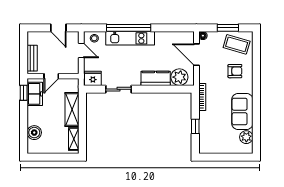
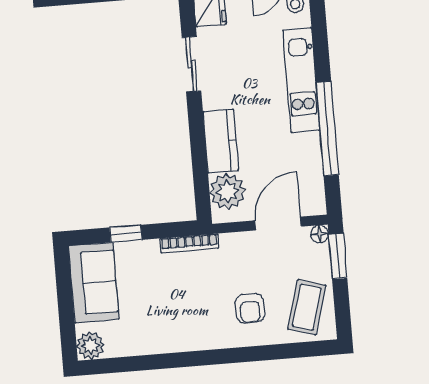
window: (129, 28) -> (327, 129), moved
window: (228, 28) -> (338, 256), moved
sofa: (242, 111) -> (94, 283), moved, turned 90
plant: (246, 137) -> (90, 346), moved

